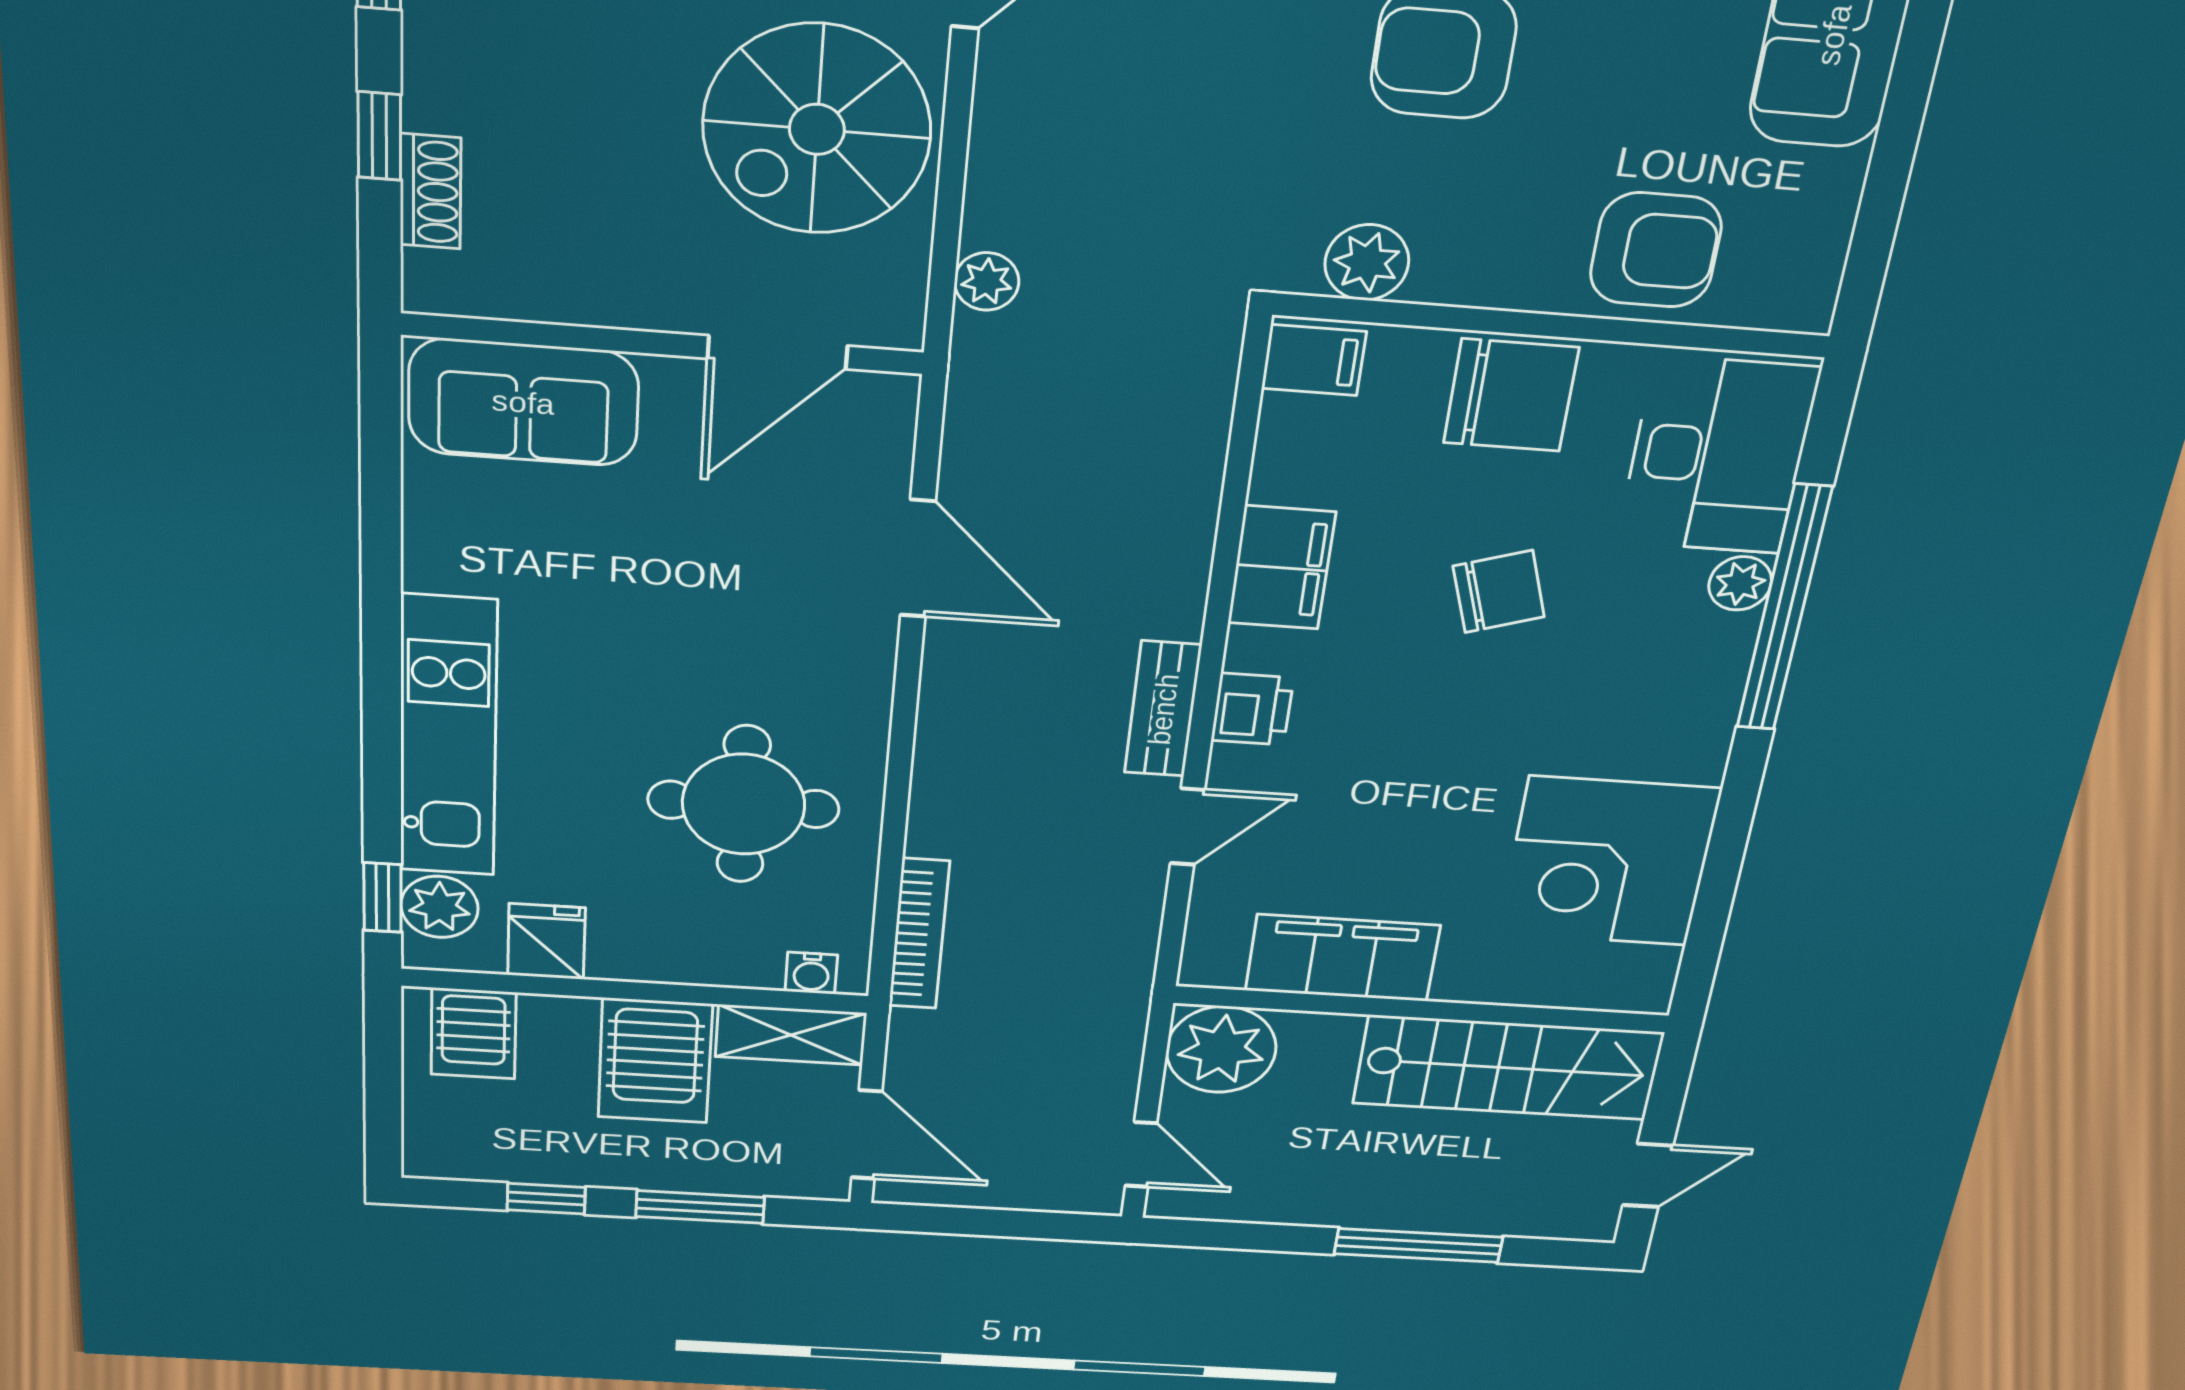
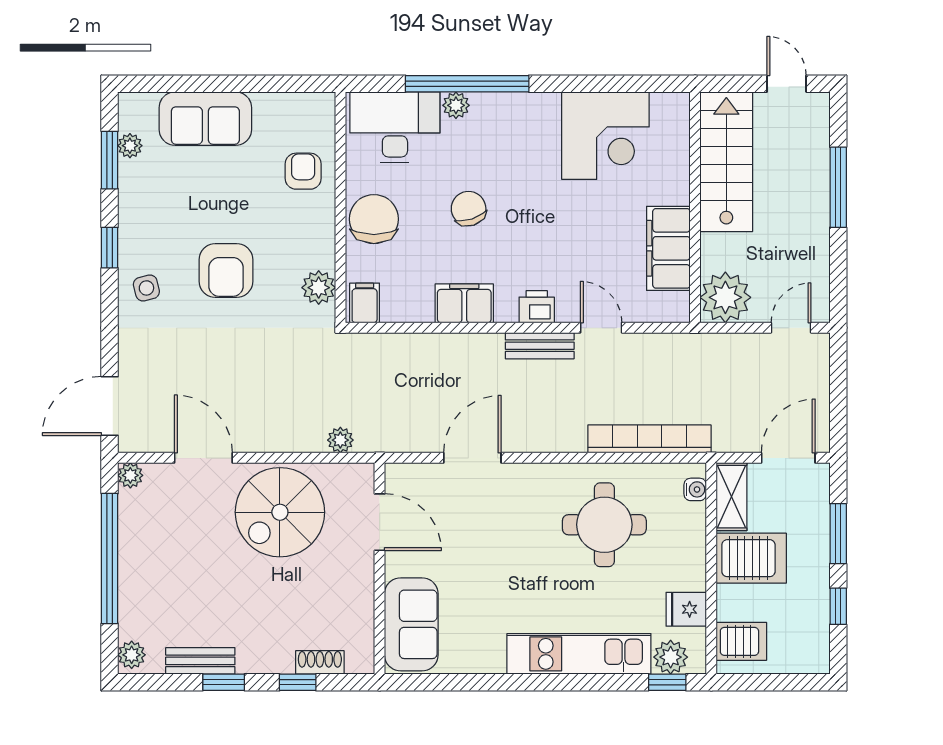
spiral stairs: (817, 129) -> (280, 512), turned 90
armchair: (1656, 250) -> (303, 171), width x0.72, depth x0.72
bookcase: (919, 934) -> (649, 439), width x1.48, depth x1.31

